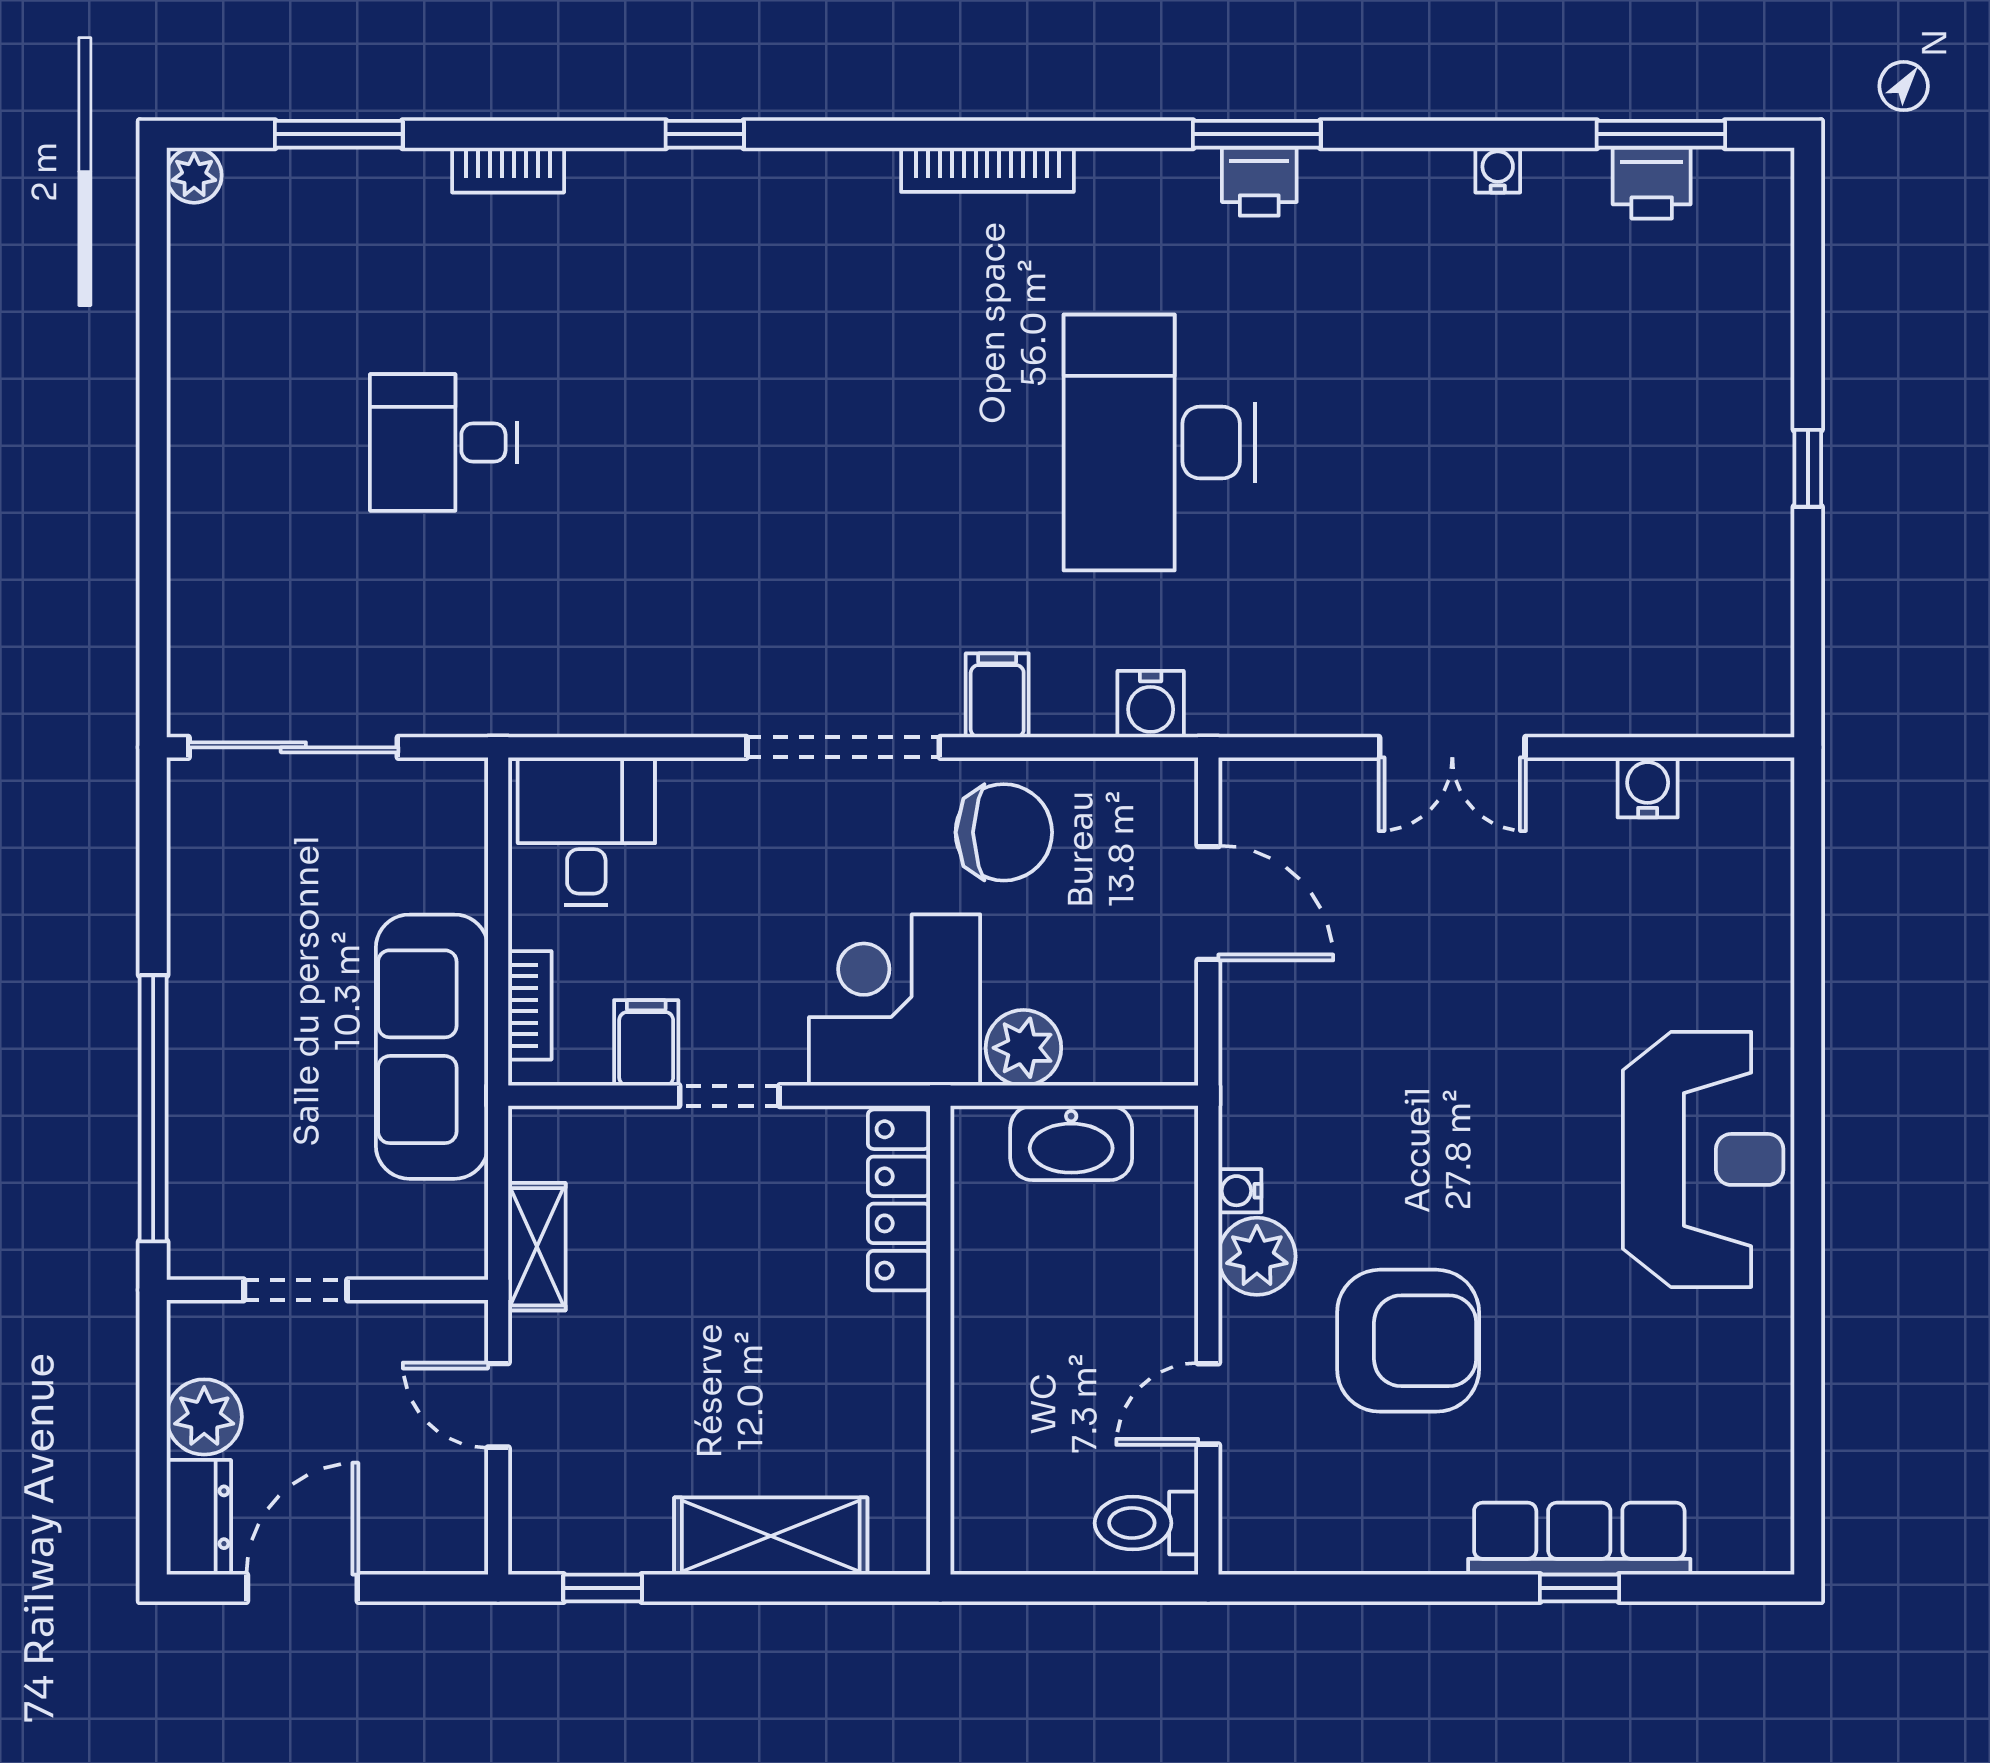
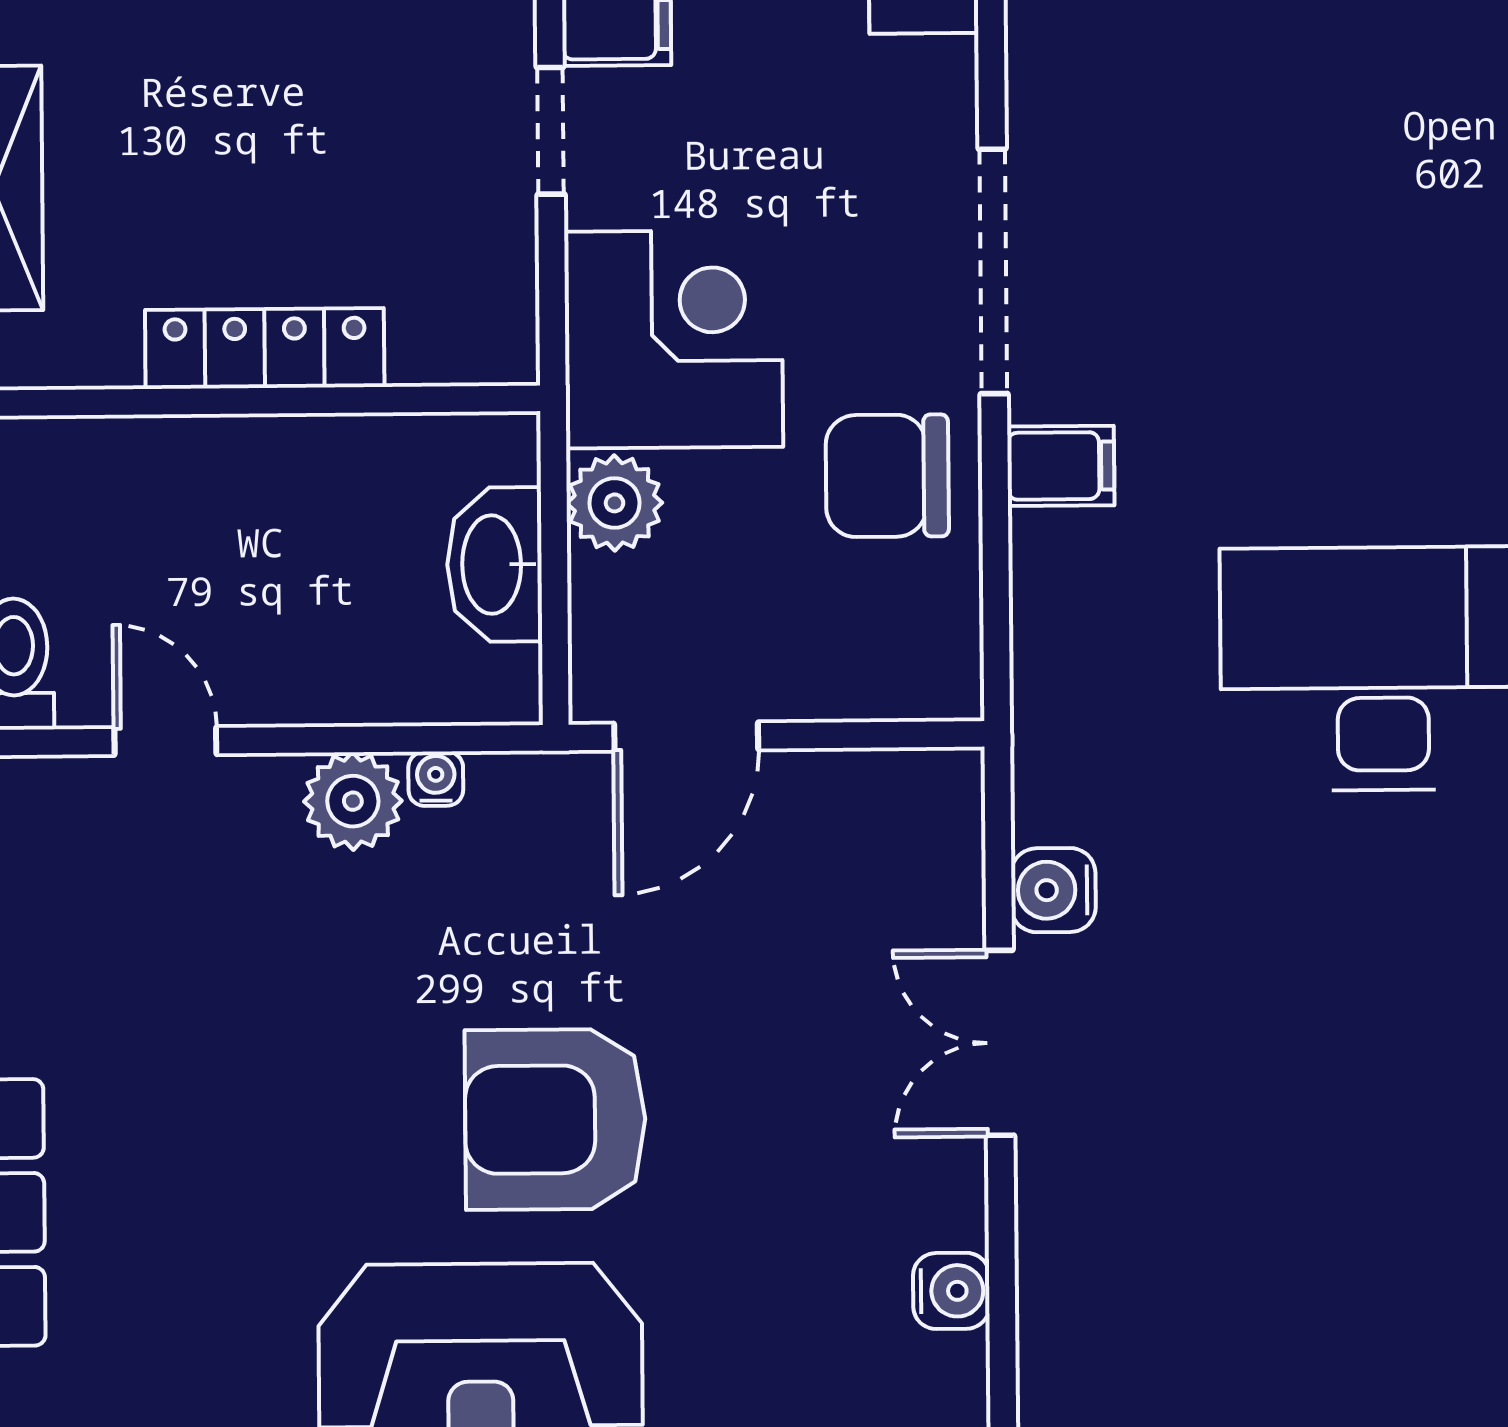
water cooler: (1151, 704) -> (1053, 890), moved
chair: (1004, 832) -> (887, 476), turned 90
door: (1208, 903) -> (686, 737), moved
locker: (899, 1200) -> (265, 348), moved
armchair: (1408, 1341) -> (555, 1119), moved, turned 90

